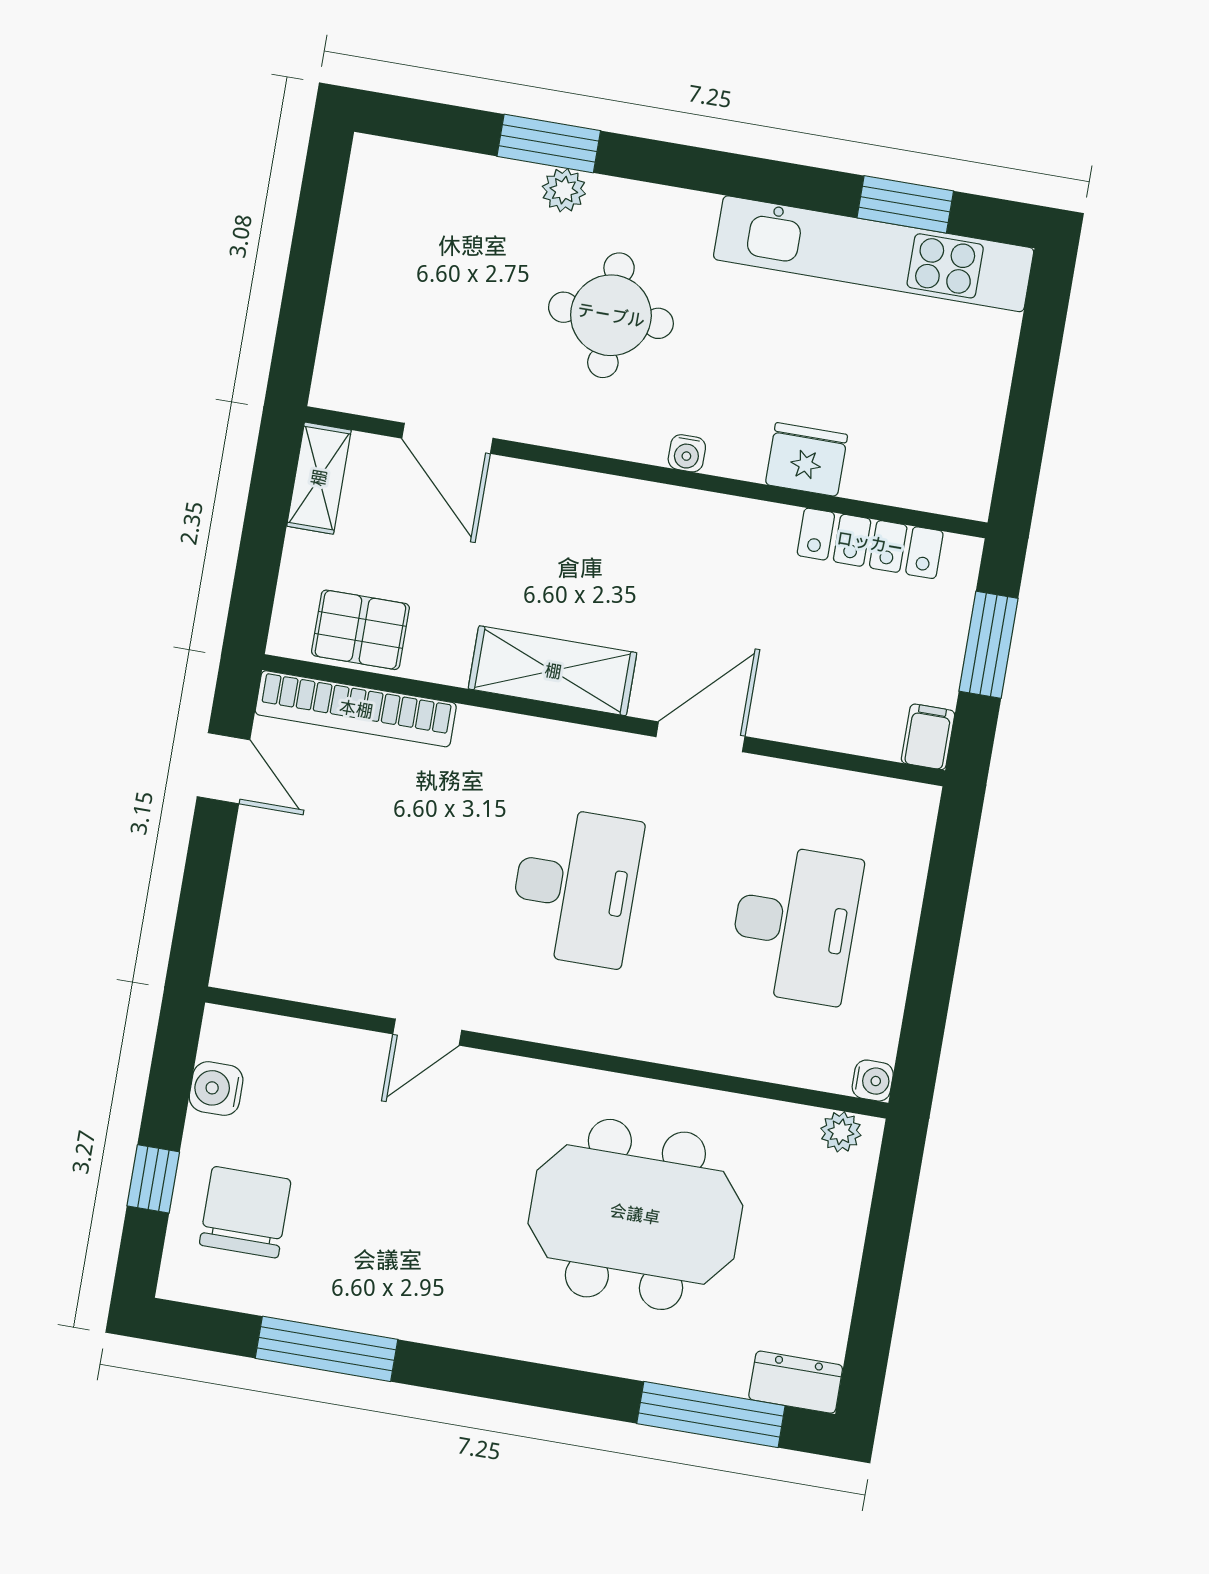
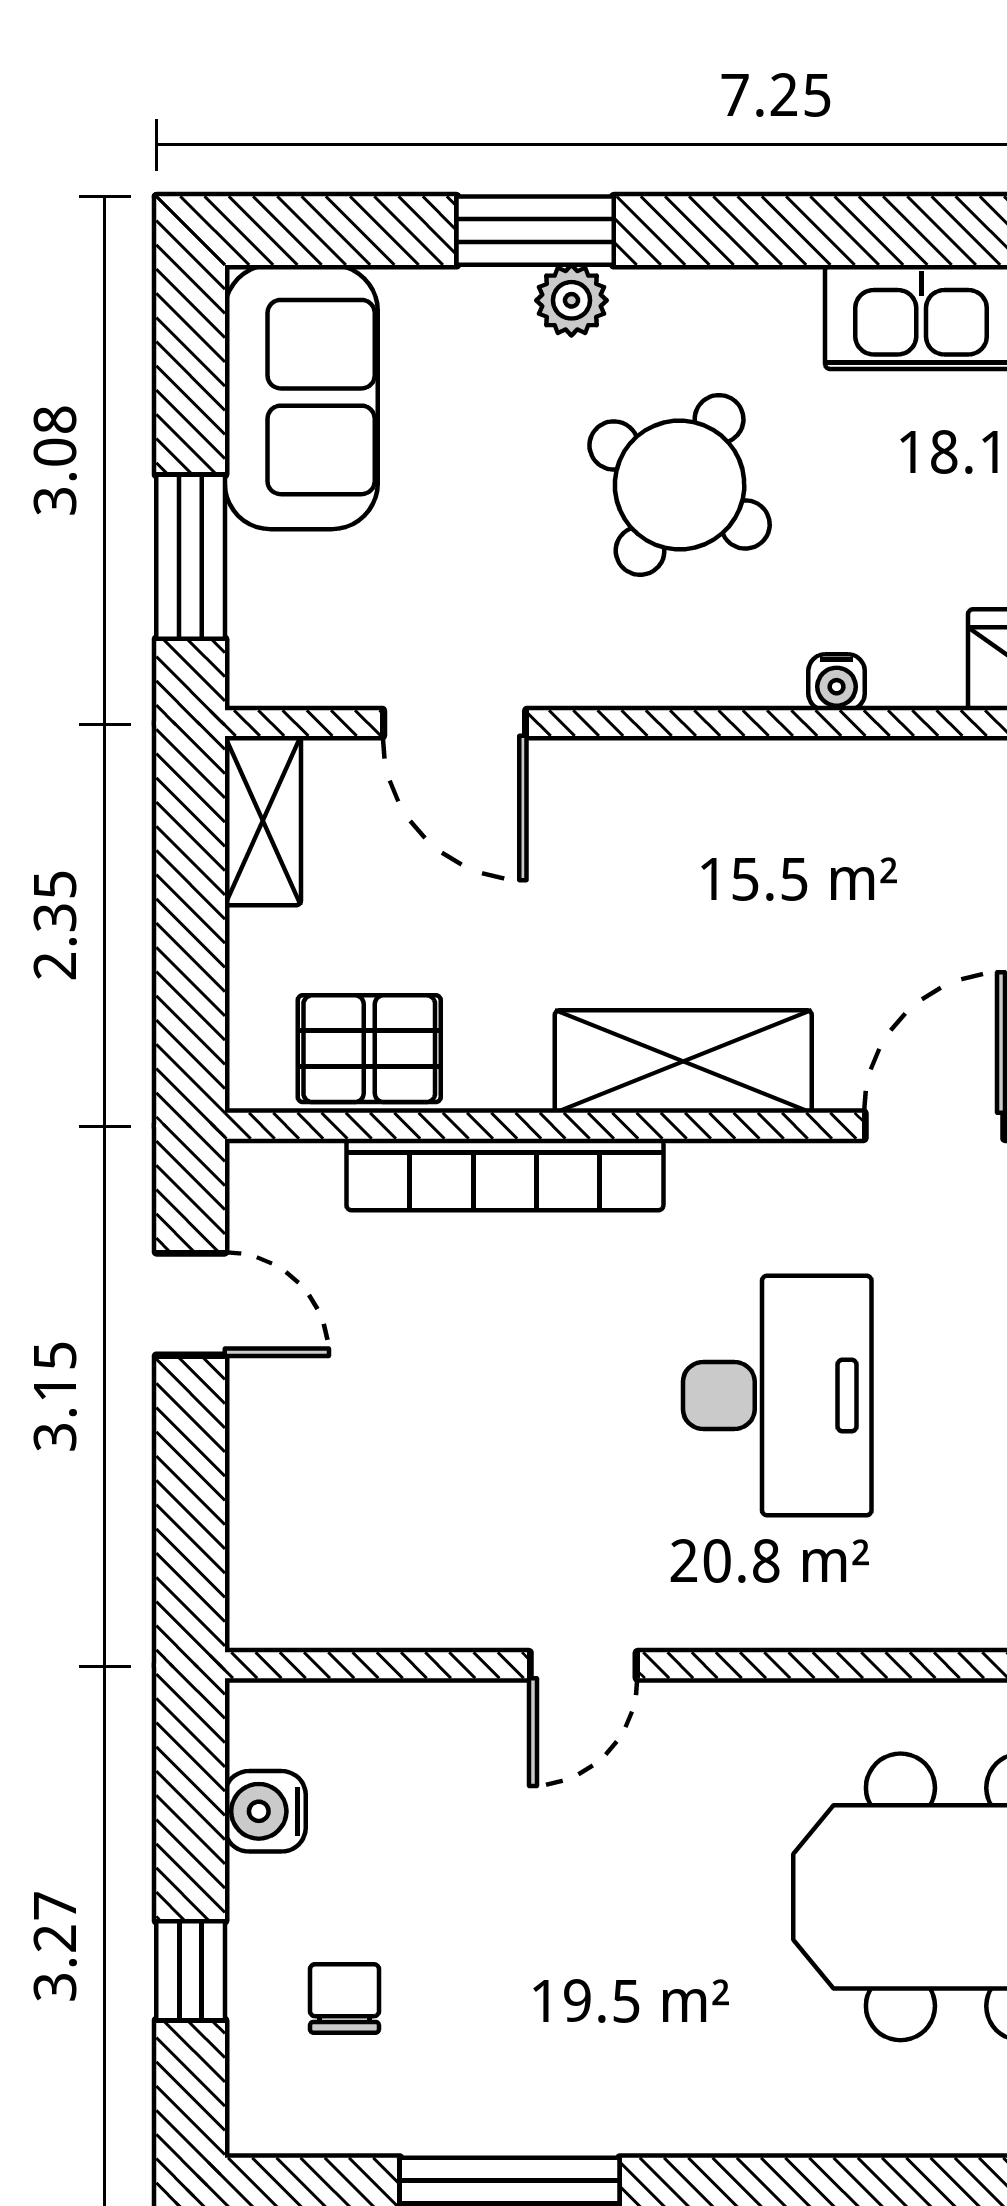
sofa: (387, 221) -> (301, 397), added
window: (302, 308) -> (191, 557), added
round table: (611, 315) -> (680, 485), turned 31
bookcase: (356, 709) -> (505, 1174), moved
chair: (245, 1212) -> (344, 1998), width x0.54, depth x0.54

